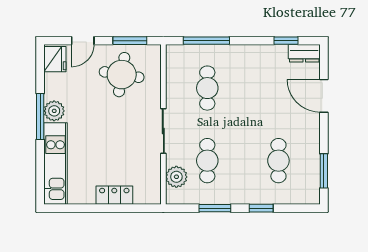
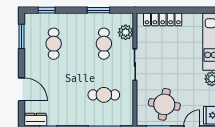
cafe table: (207, 88) -> (104, 95), turned 90
locker: (114, 195) -> (163, 19), width x1.53
window: (261, 208) -> (47, 10), moved

